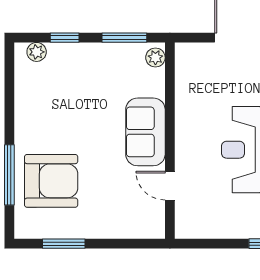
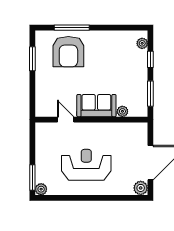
plant: (155, 58) -> (122, 111), moved
door: (170, 186) -> (66, 120), hinge flipped

